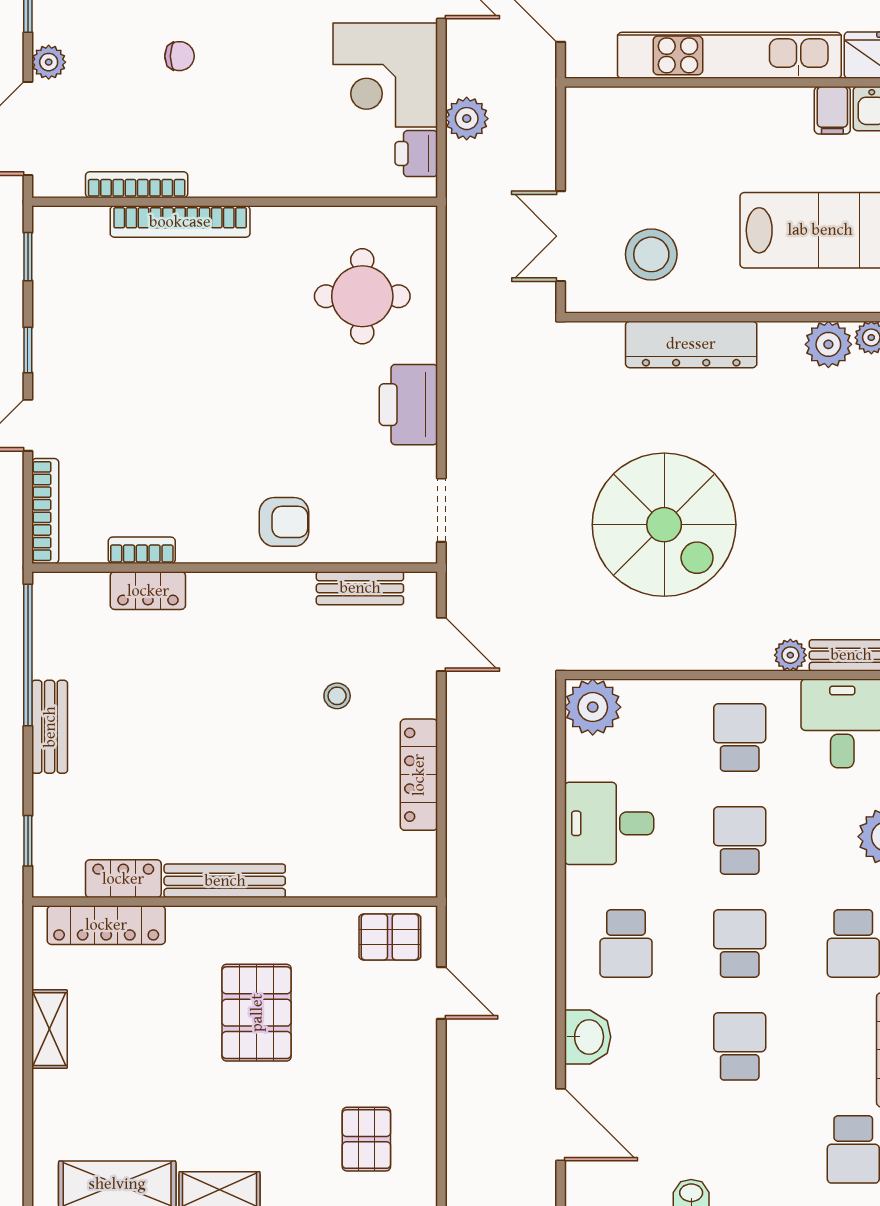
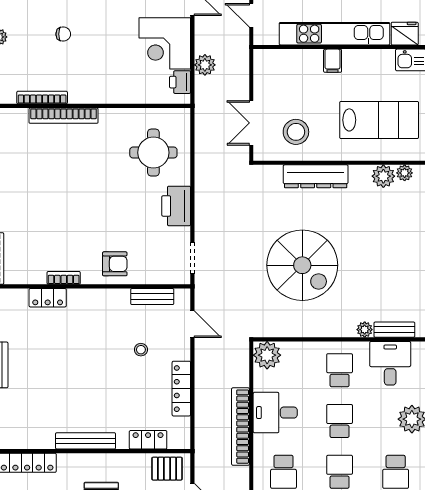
filing cabinet: (832, 110) -> (333, 61), moved
bookcase: (142, 550) -> (64, 278), moved
bookcase: (539, 852) -> (241, 427), added
locker: (123, 879) -> (148, 440), moved

